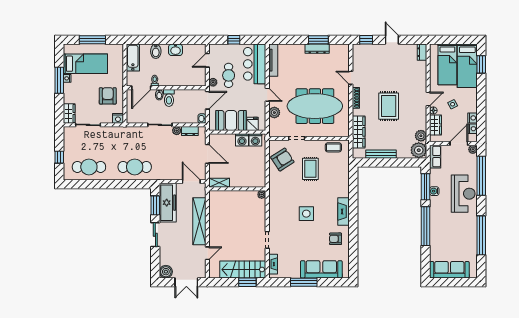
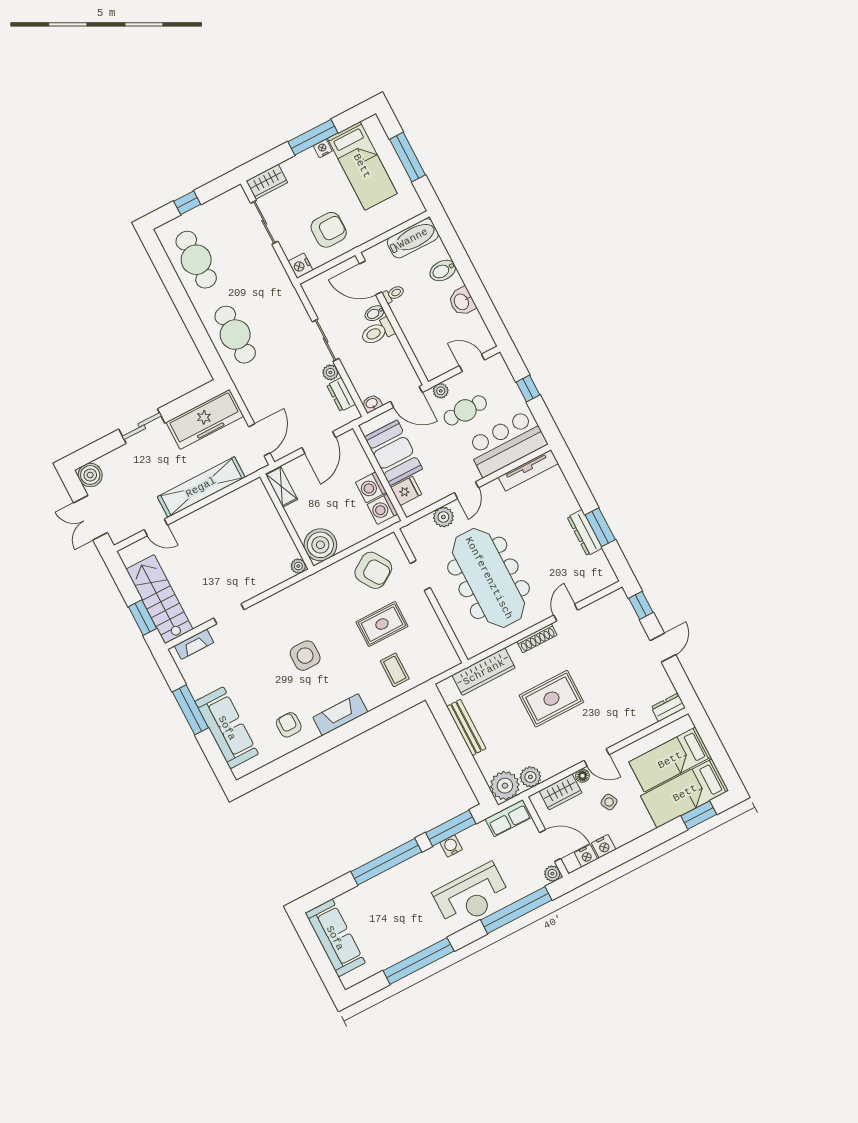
coffee table: (333, 147) -> (395, 670), moved
boiler: (257, 179) -> (320, 545), added
window: (155, 205) -> (190, 401), removed

